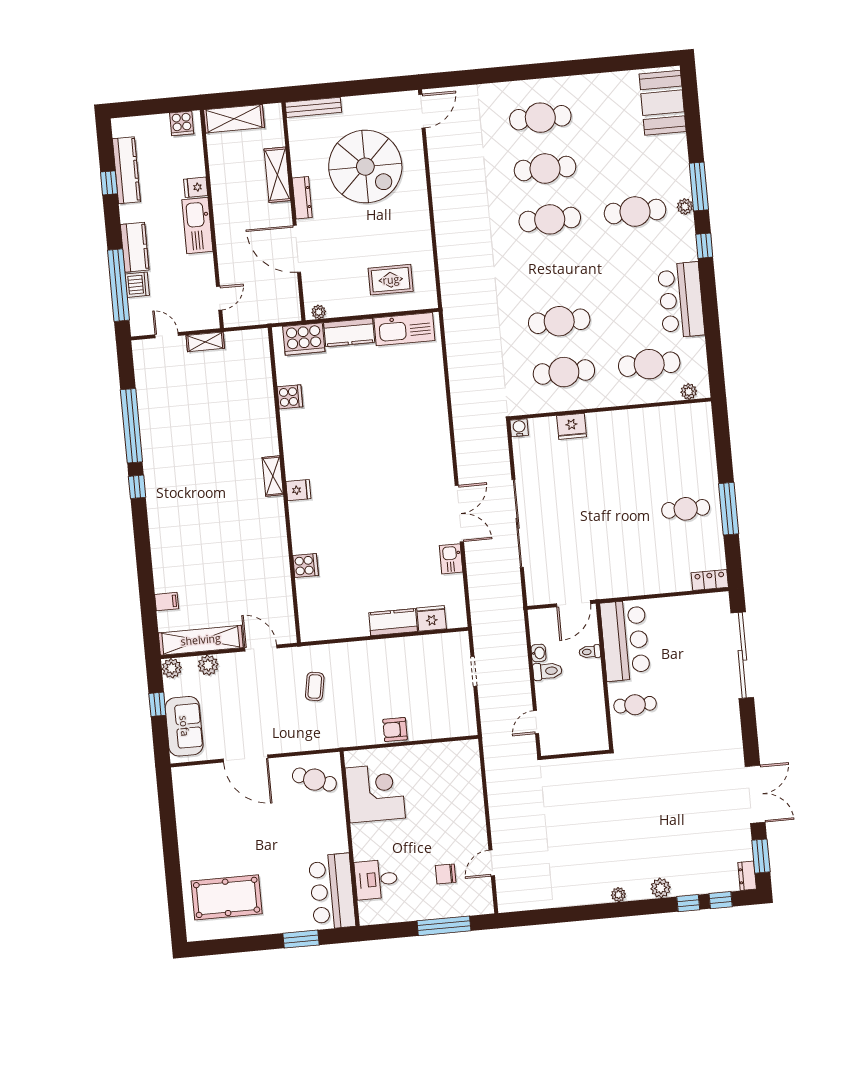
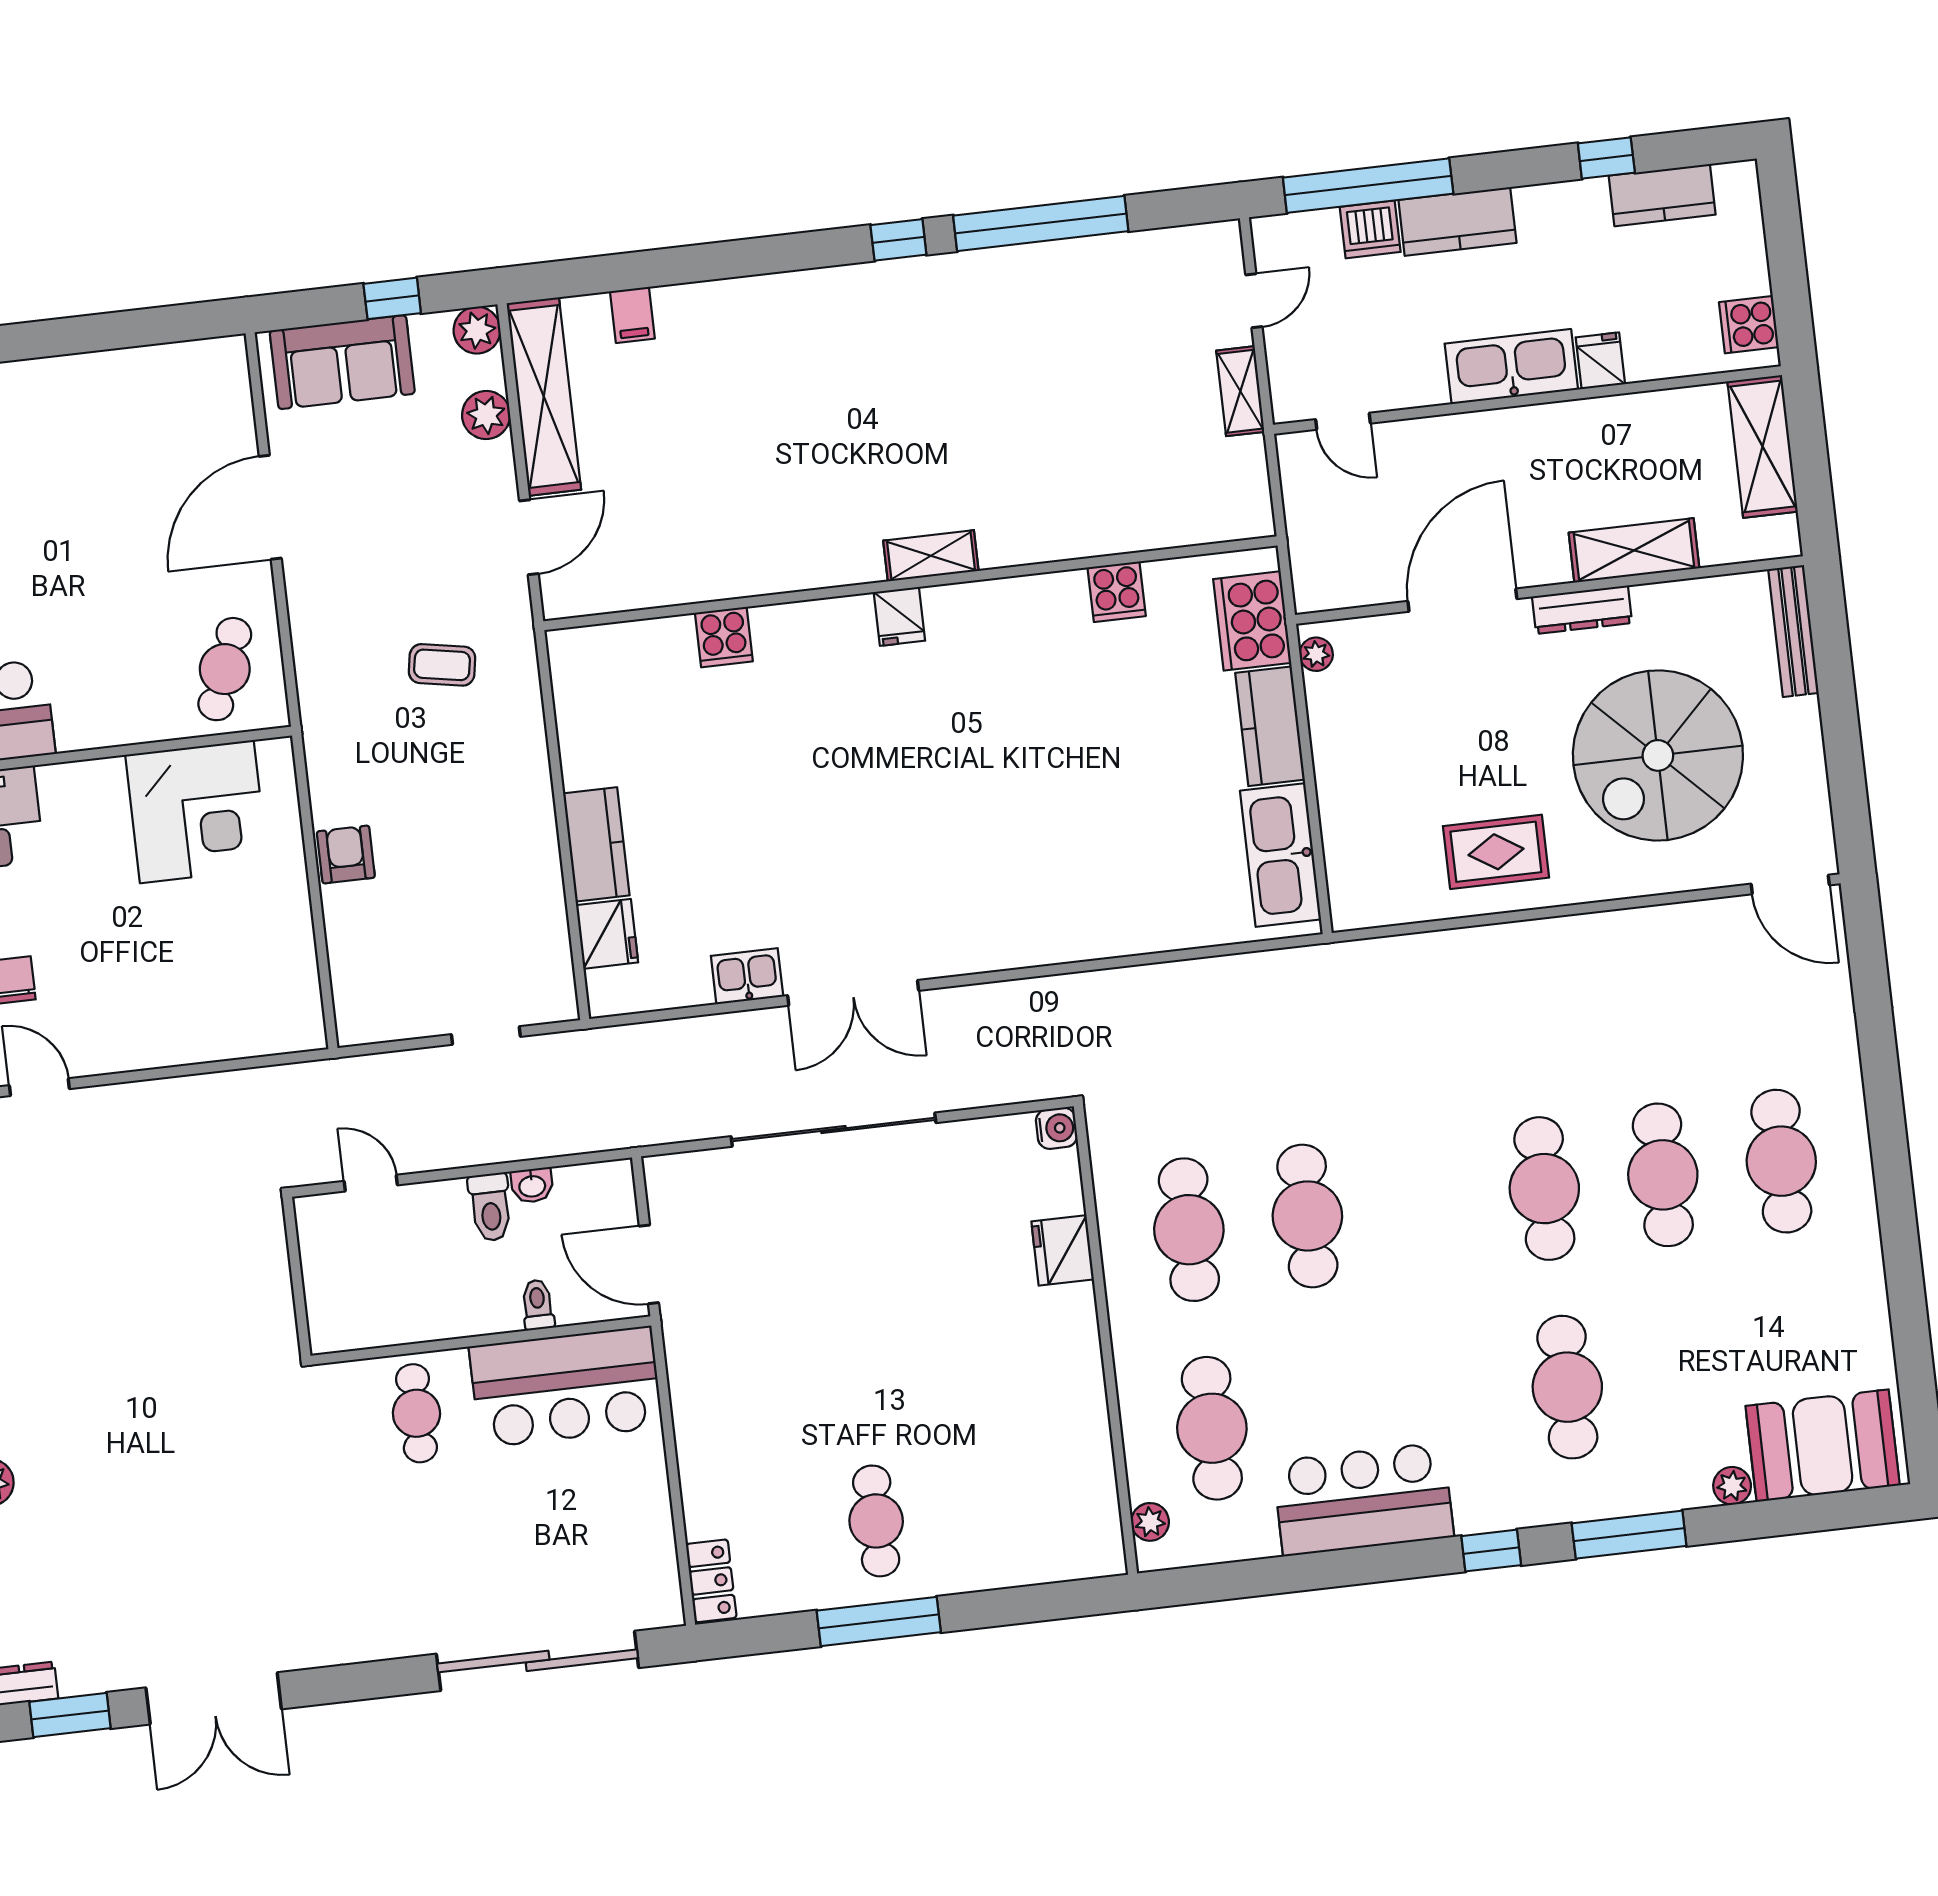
kitchen counter: (126, 170) -> (1662, 195), width x0.67
plant: (685, 207) -> (1732, 1486), moved
rug: (391, 280) -> (1496, 852), moved, turned 90

